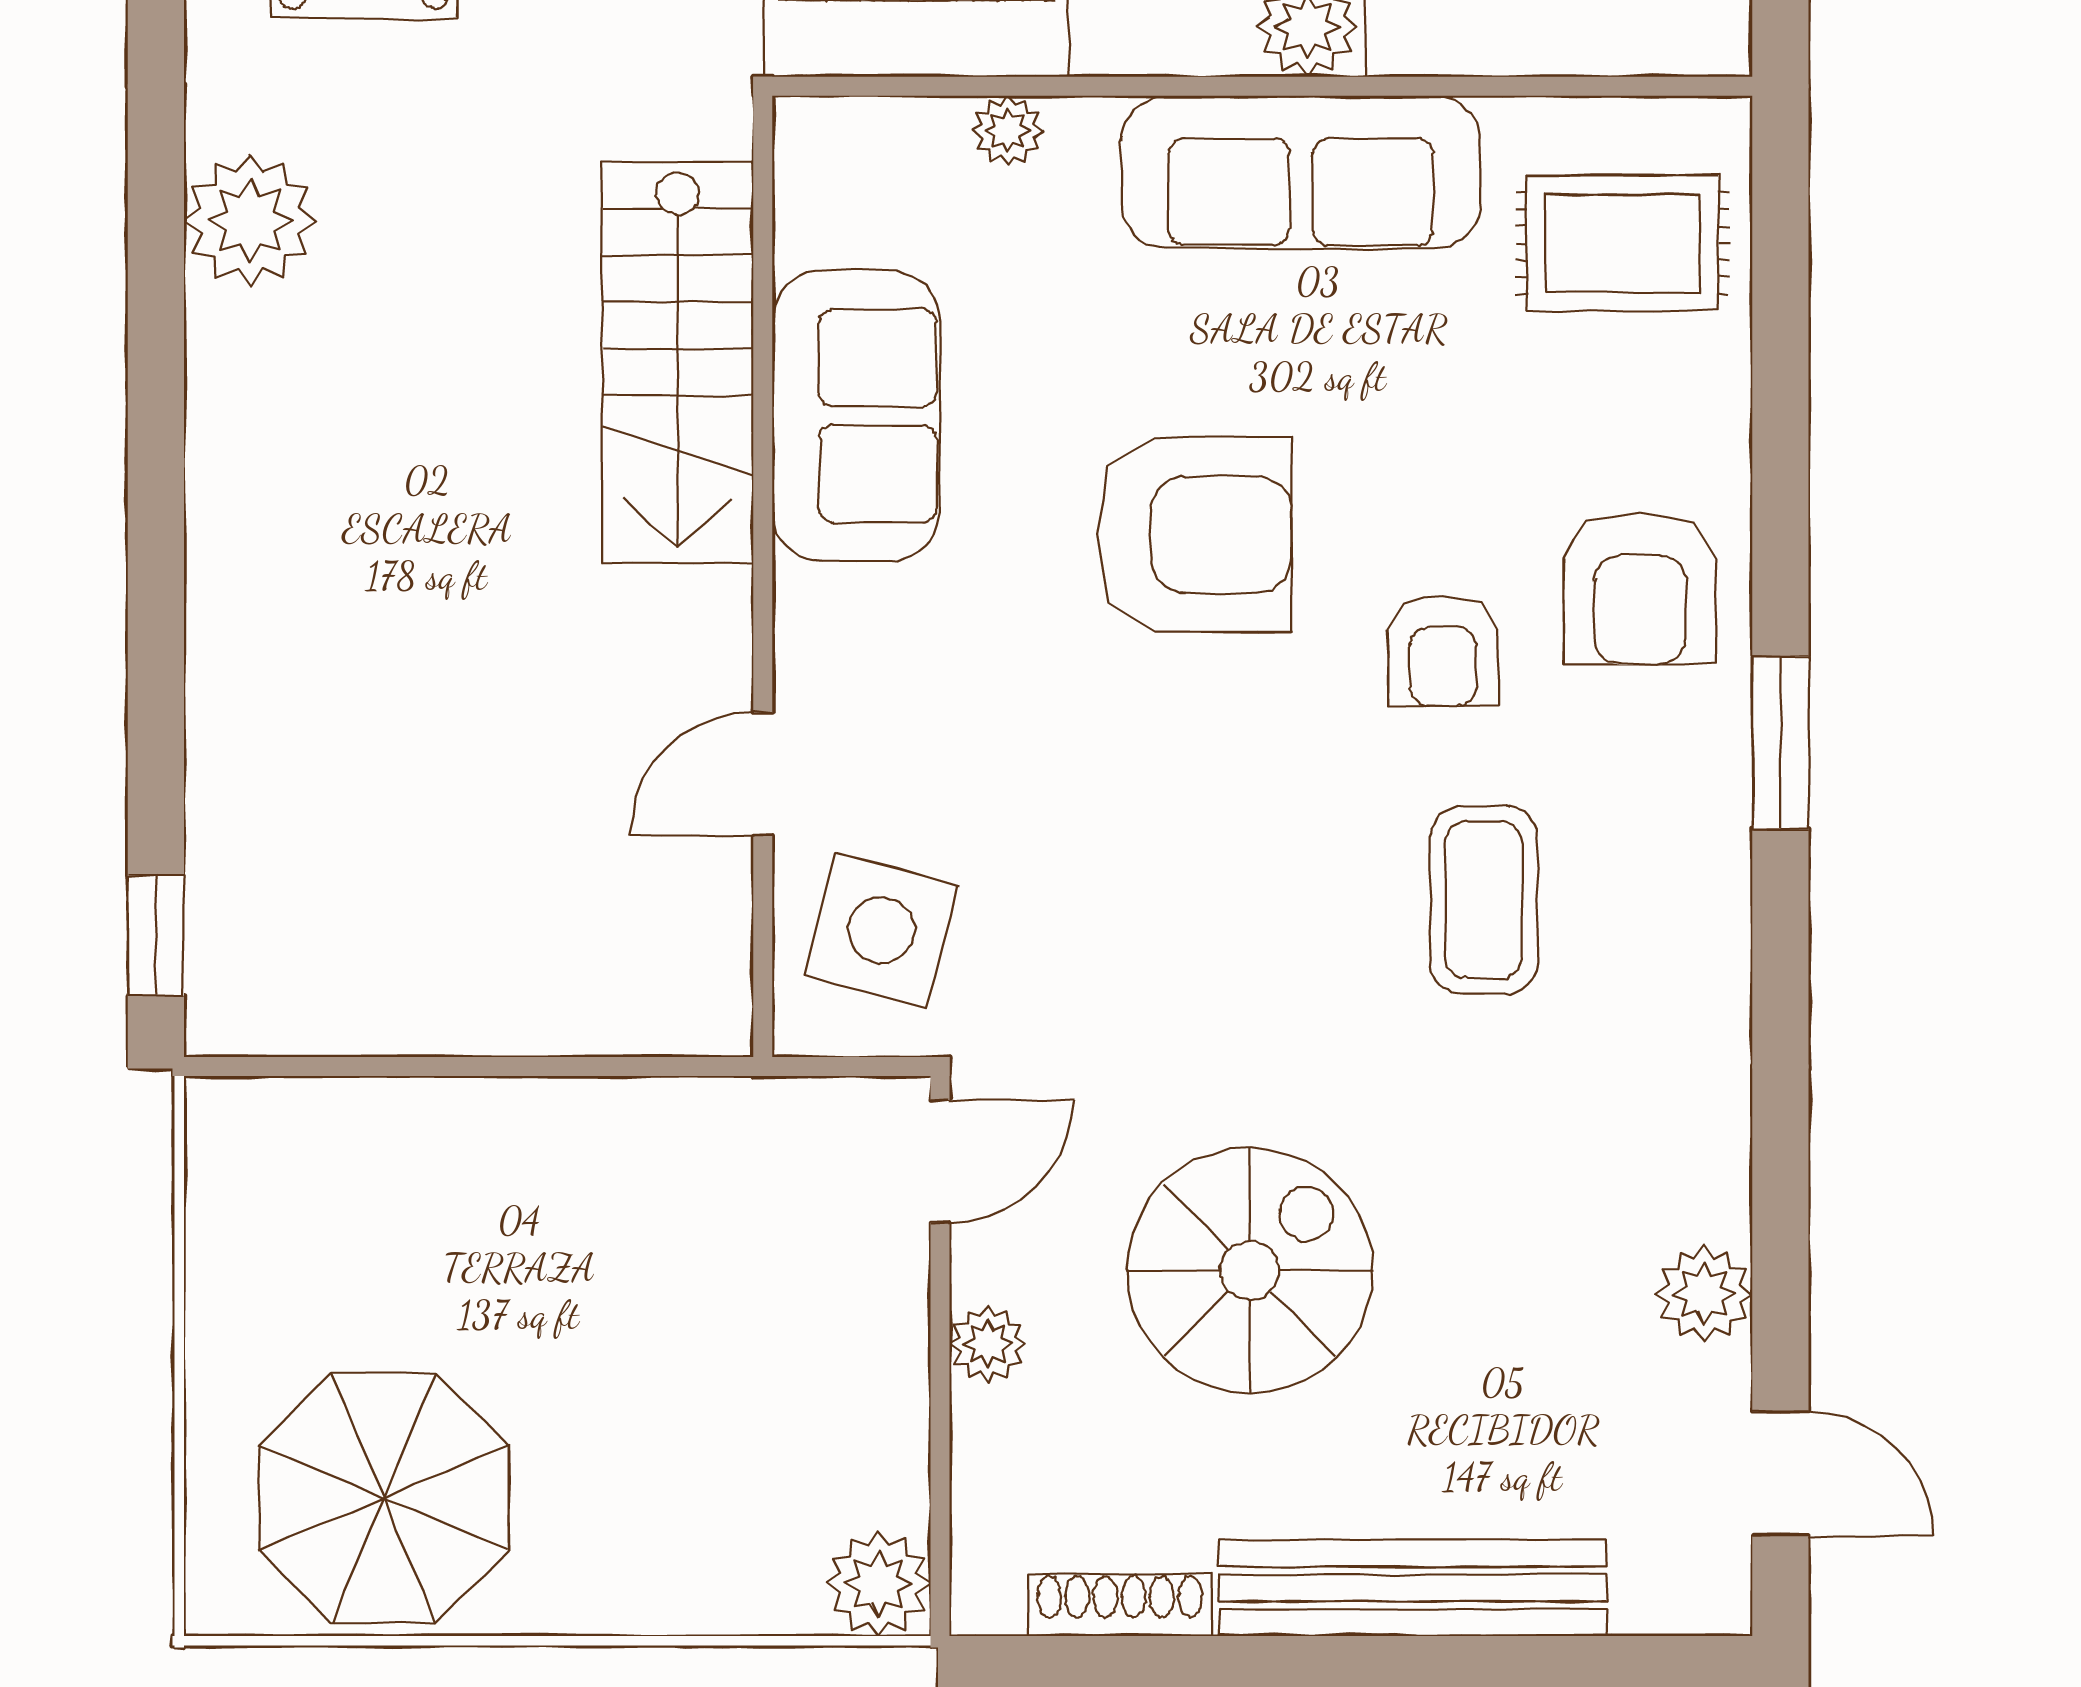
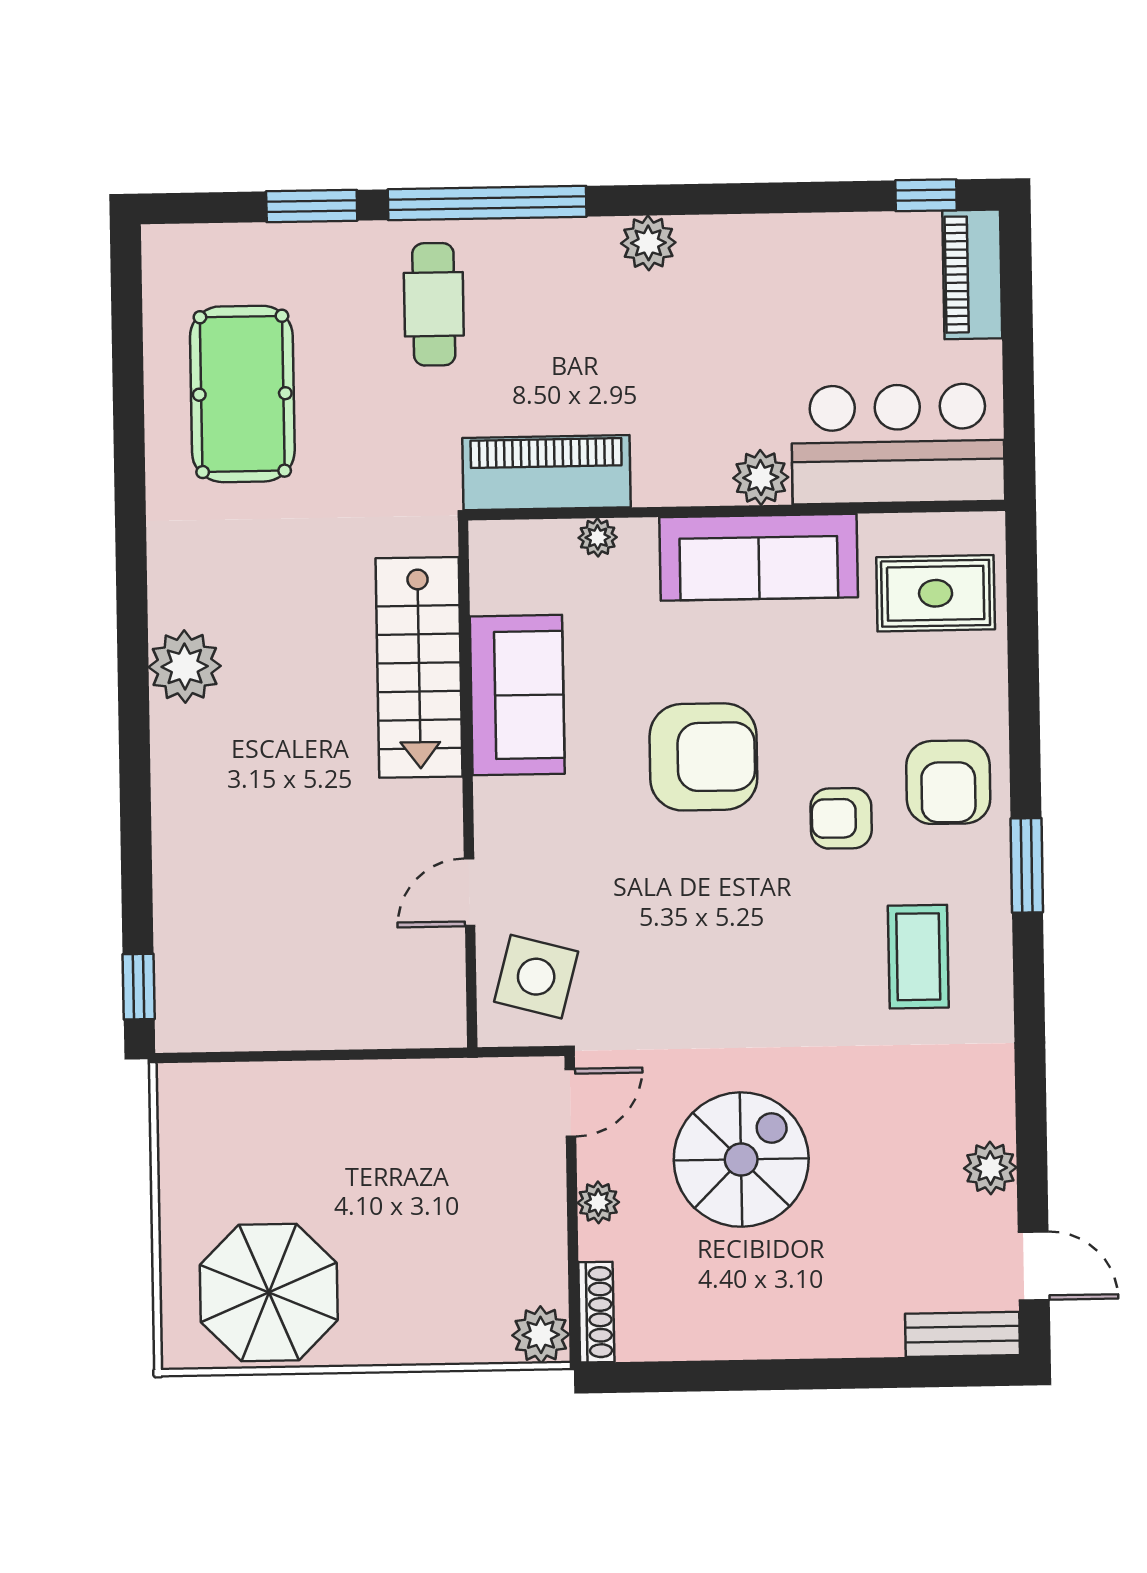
plant: (250, 220) -> (185, 667), moved
armchair: (1443, 651) -> (841, 818), turned 90
coffee table: (1484, 900) -> (918, 957), moved
bench: (1413, 1588) -> (963, 1334), moved, width x0.54, depth x0.82
shoe rack: (1120, 1605) -> (596, 1312), moved, turned 90

